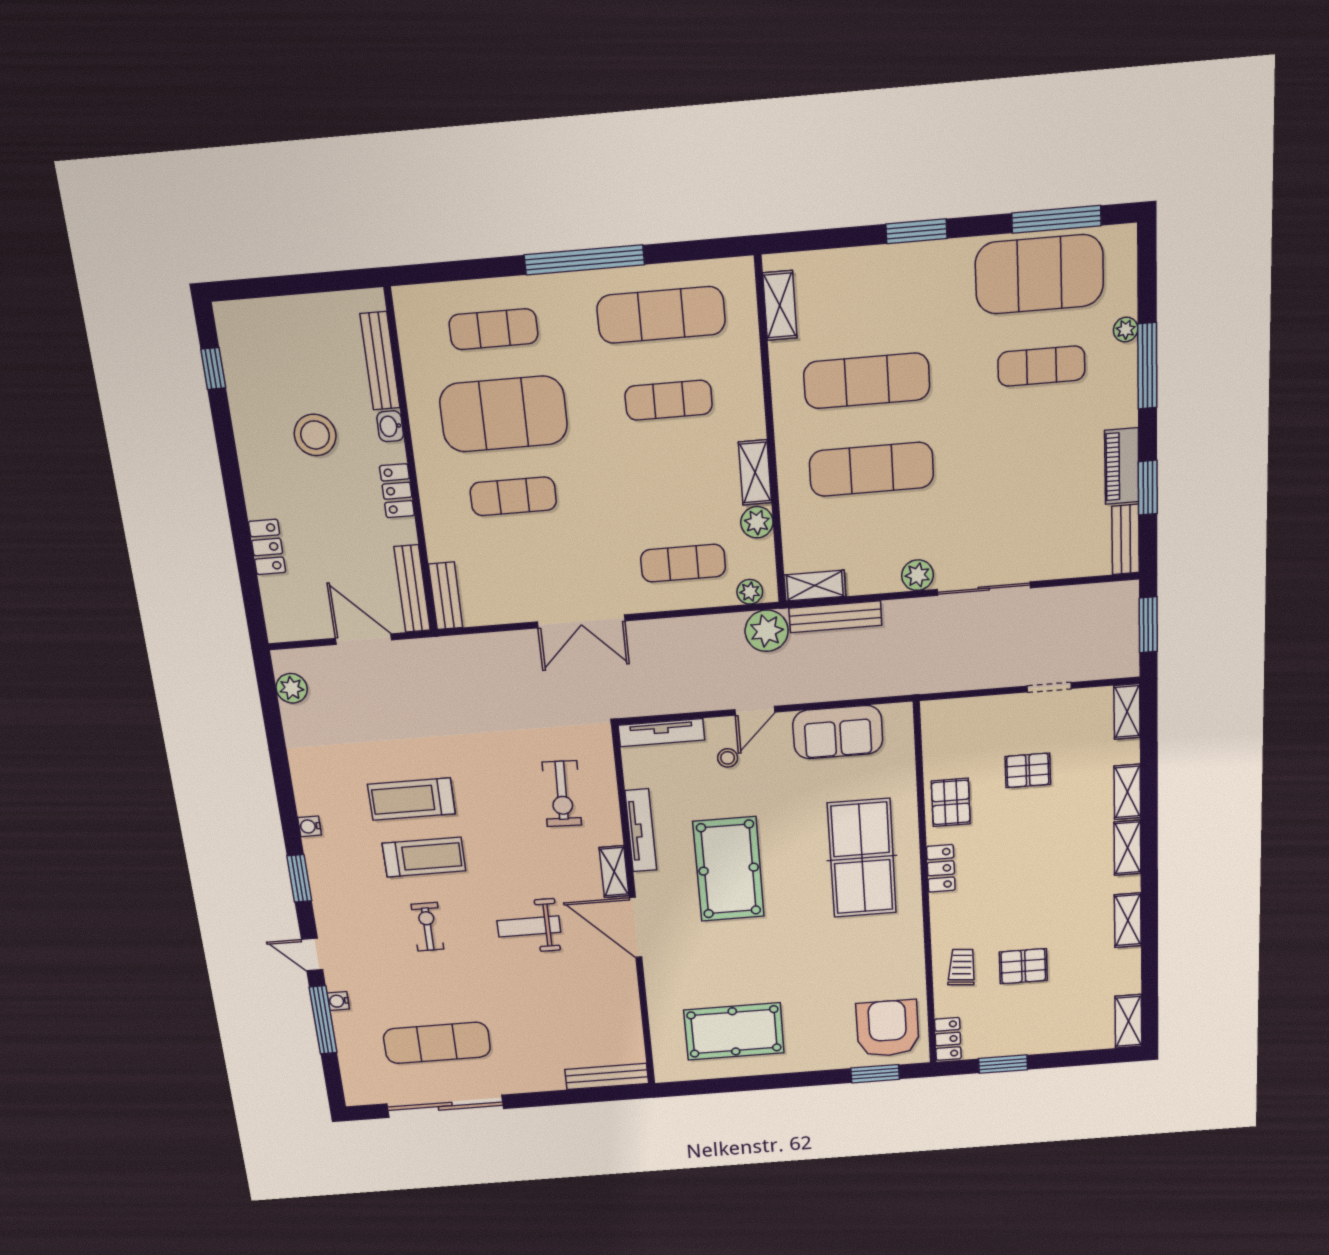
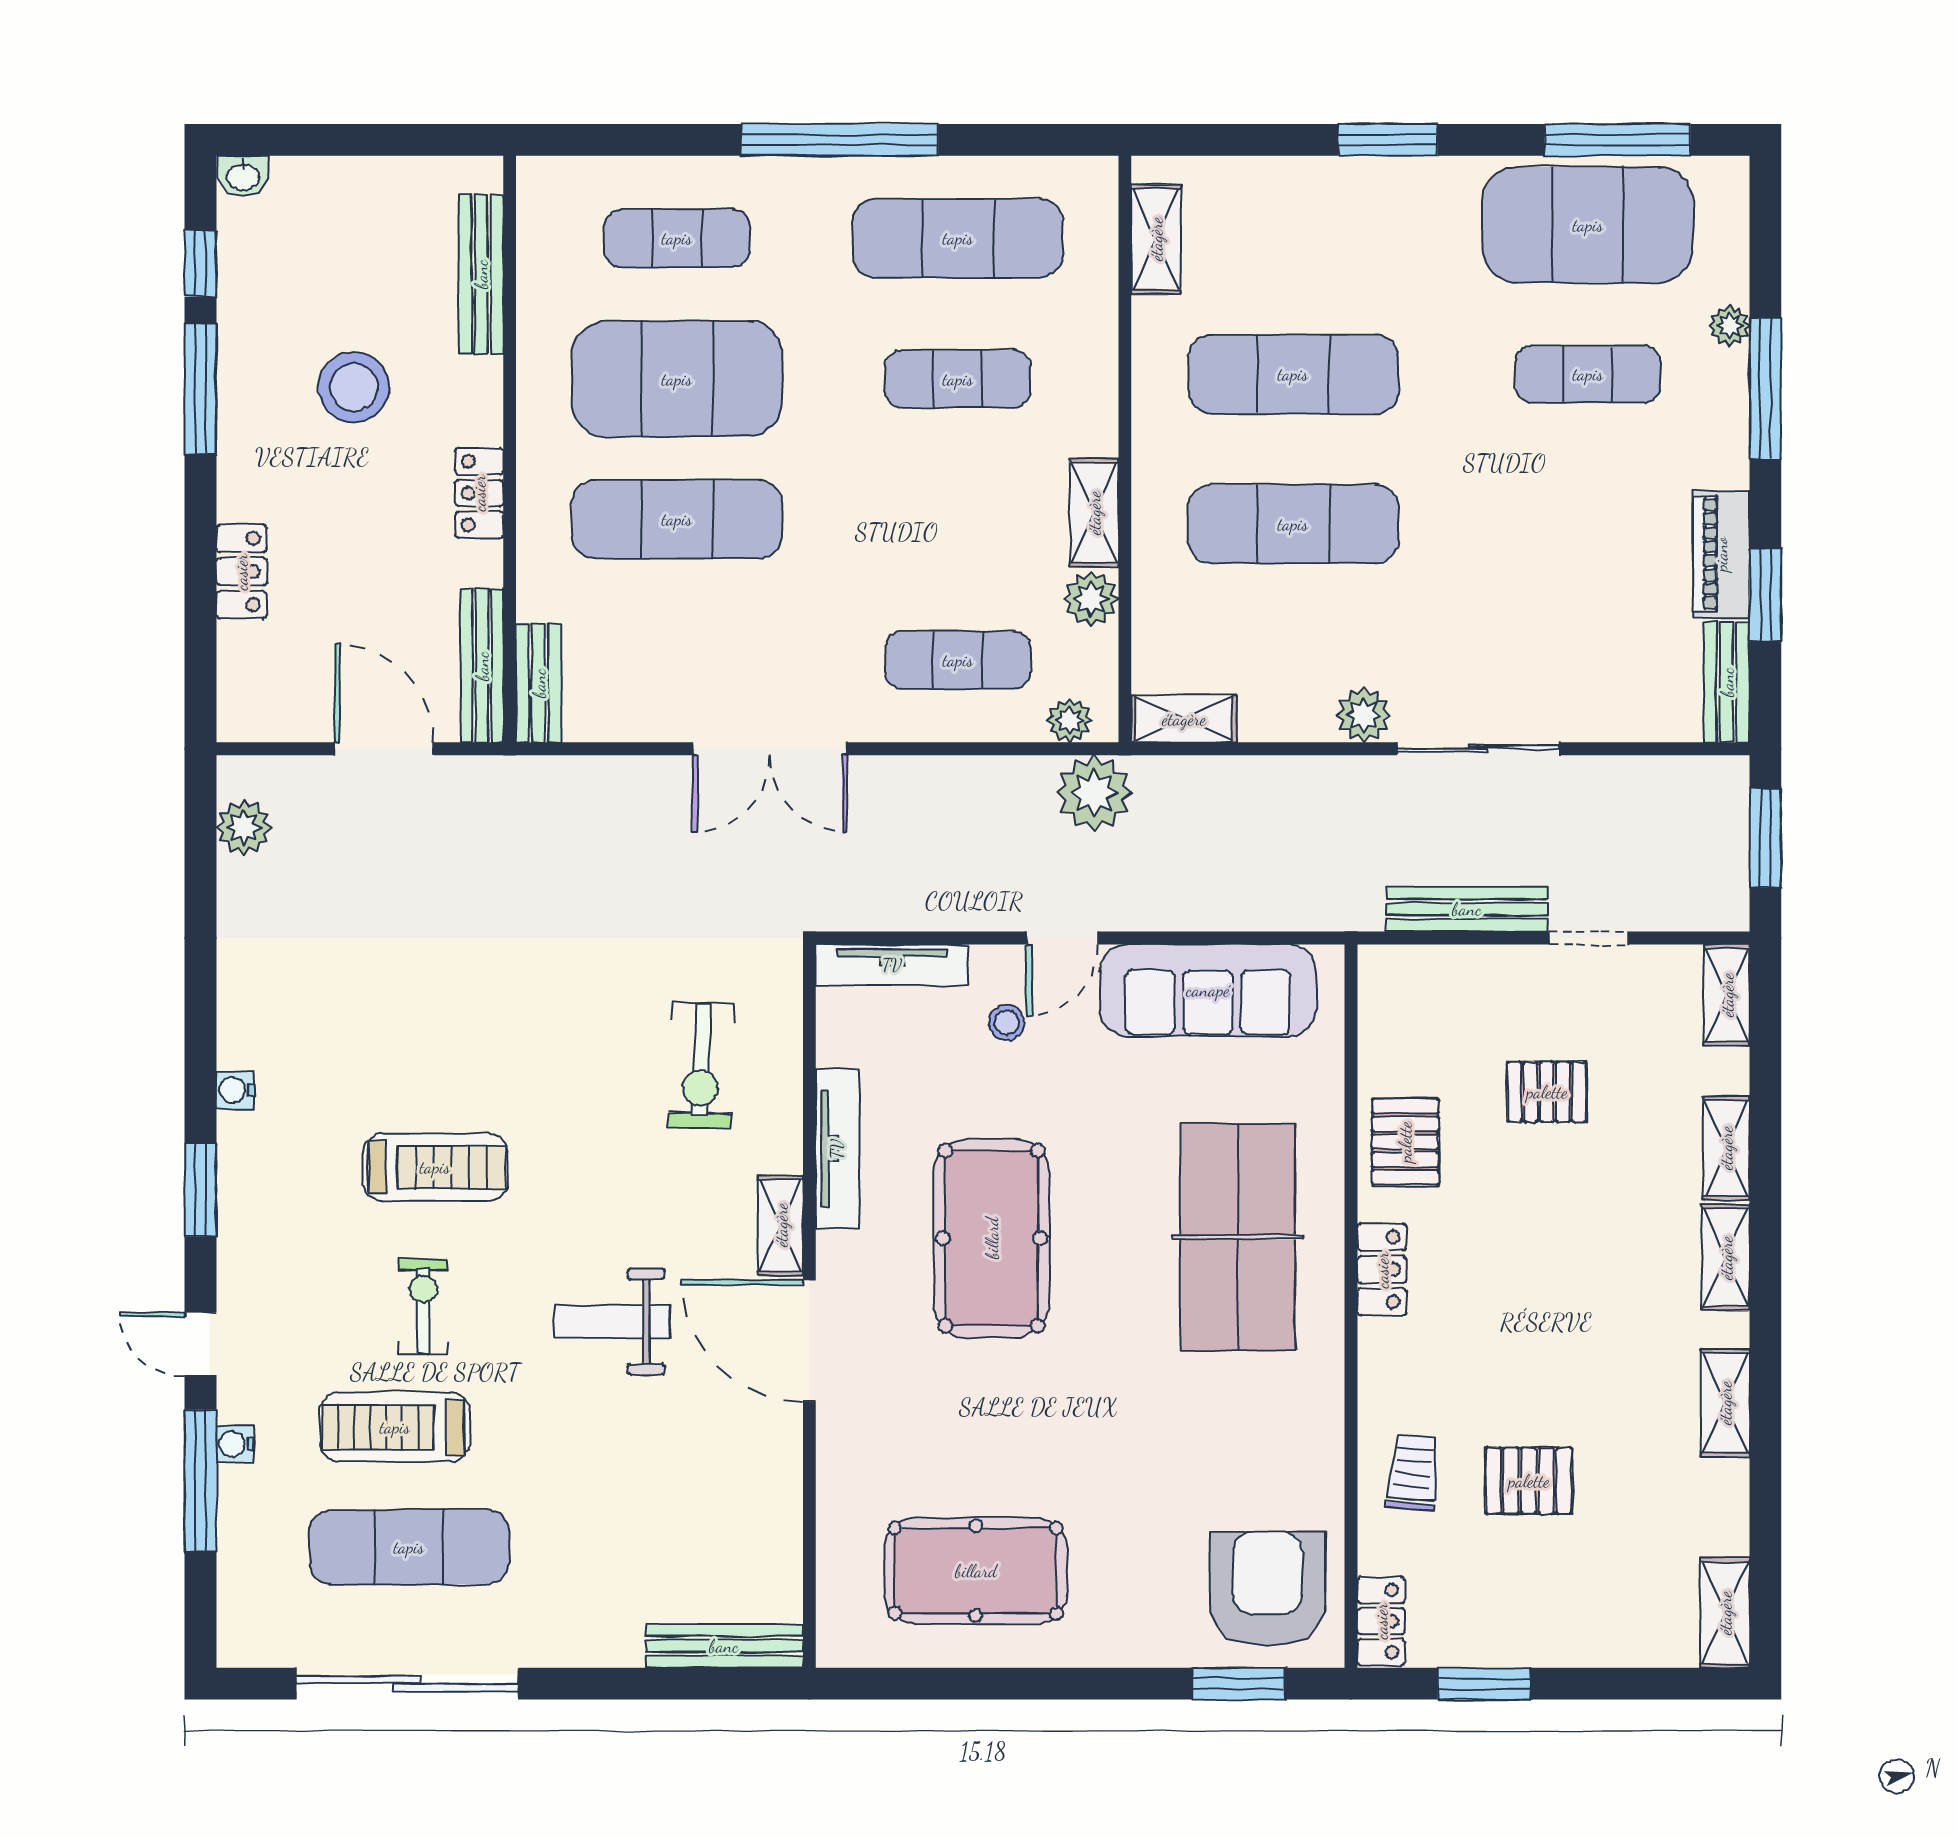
washbasin: (390, 426) -> (243, 176), moved, turned -90
window: (226, 443) -> (200, 389), added
exercise mat: (513, 496) -> (677, 519), width x1.36, depth x1.45
bench: (835, 617) -> (1467, 909), moved
sofa: (838, 732) -> (1208, 990), width x1.36
treadmill: (411, 799) -> (395, 1427), moved

